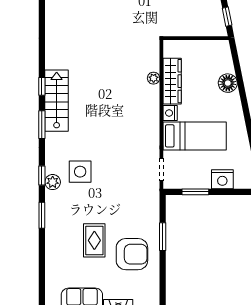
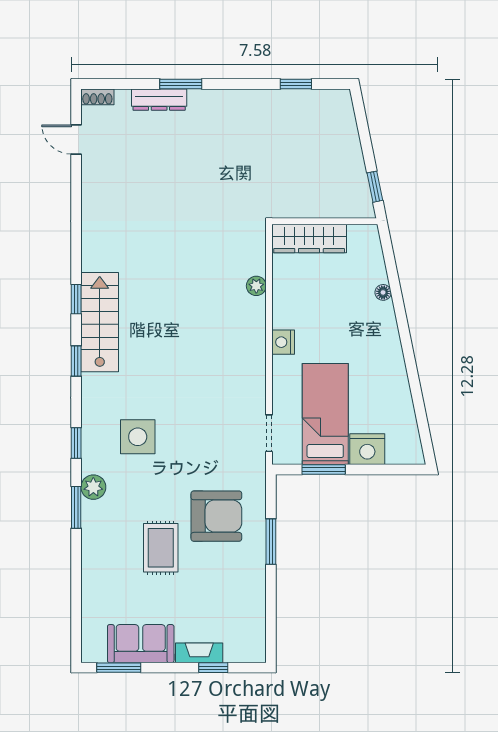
wardrobe: (172, 81) -> (309, 239), moved, turned 90
floor lamp: (228, 83) -> (383, 292), width x0.53, depth x0.53
window: (42, 125) -> (76, 361), width x0.67
bed: (195, 136) -> (325, 414), moved, turned -90
plant: (53, 182) -> (93, 487), moved
armchair: (132, 254) -> (216, 516), moved

